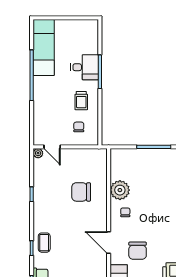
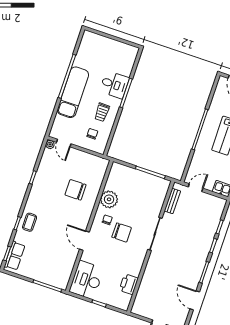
exam couch: (44, 48) -> (73, 92), moved
chair: (138, 251) -> (122, 232), moved, turned -90

